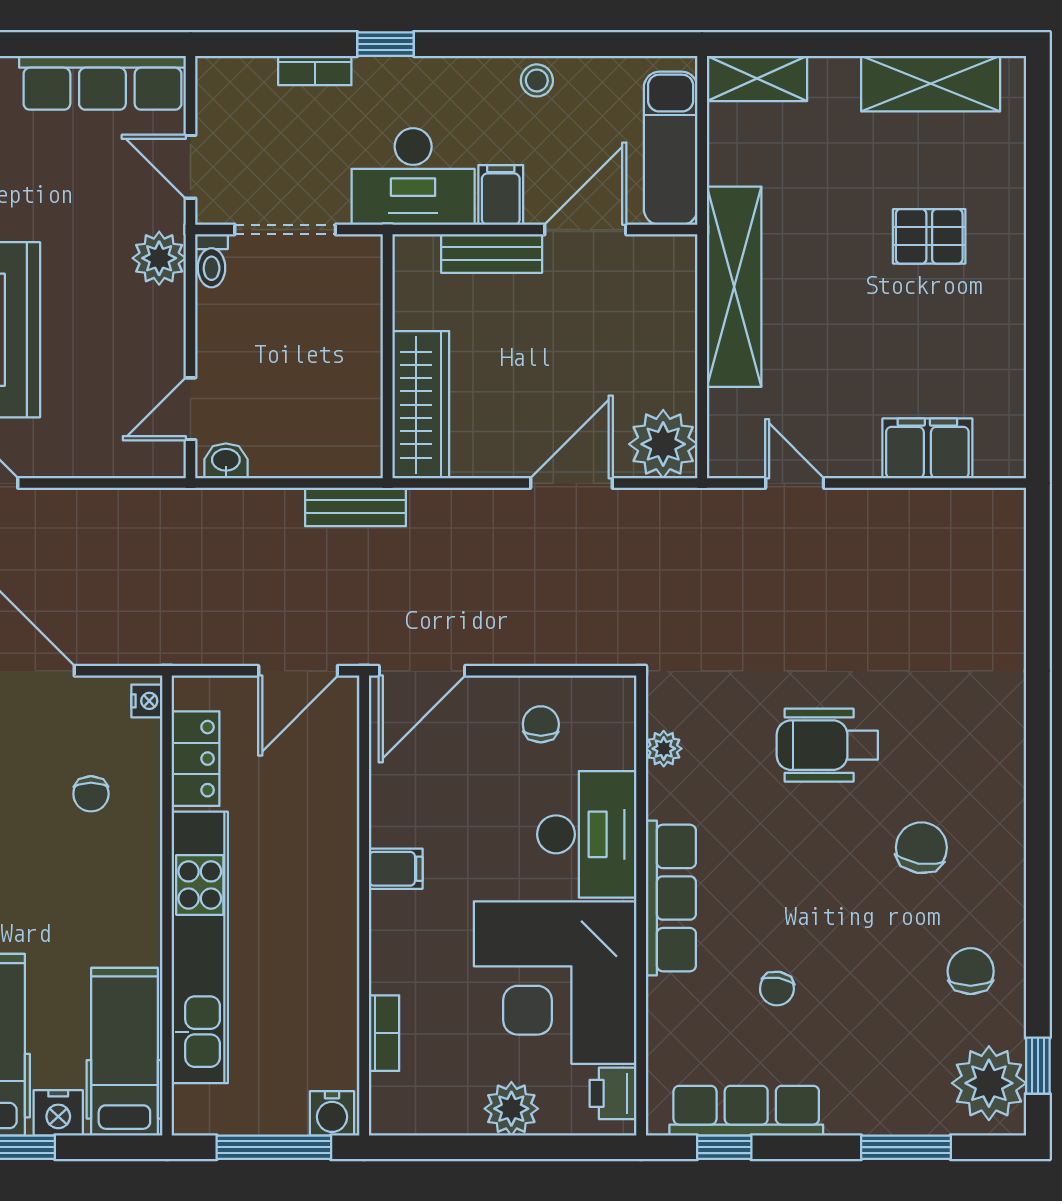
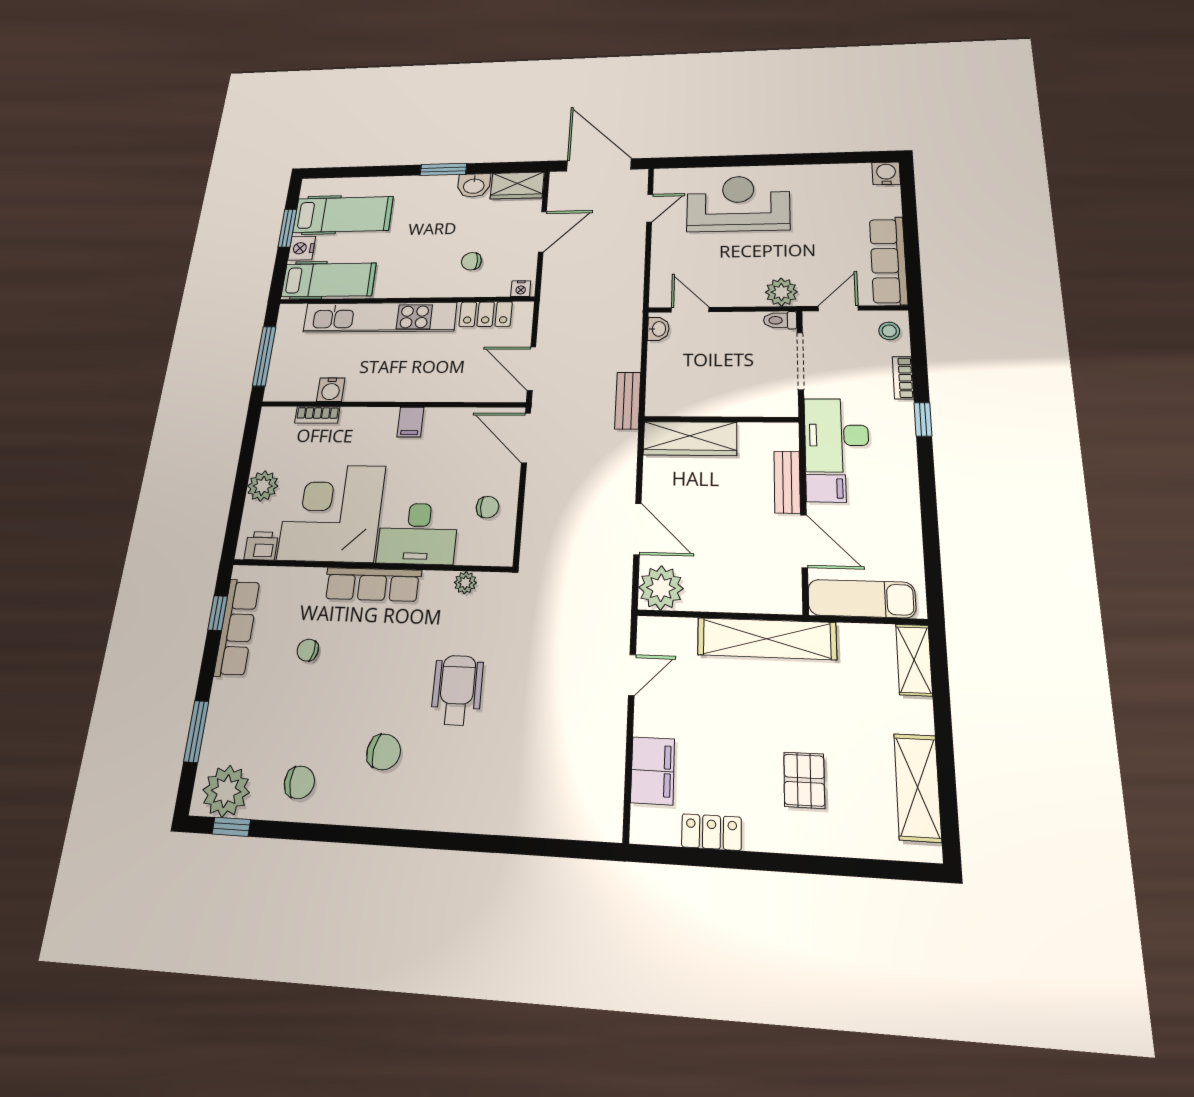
stool: (537, 80) -> (889, 331), moved
locker: (1004, 364) -> (711, 832), added
water cooler: (332, 1113) -> (331, 390), moved, turned -90

